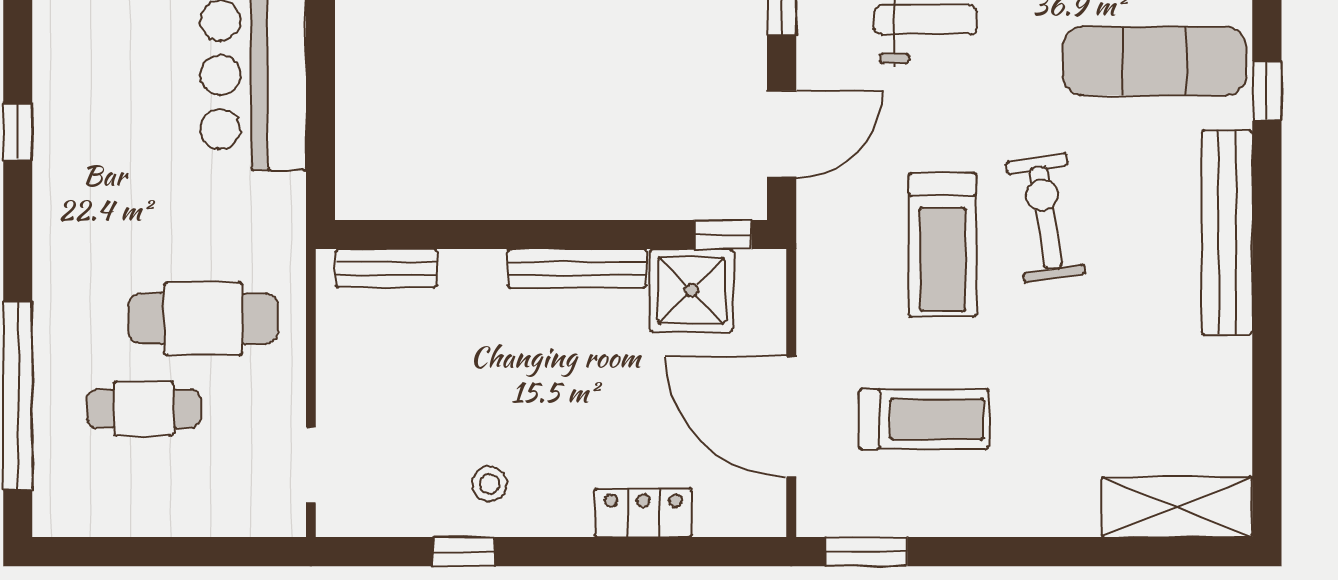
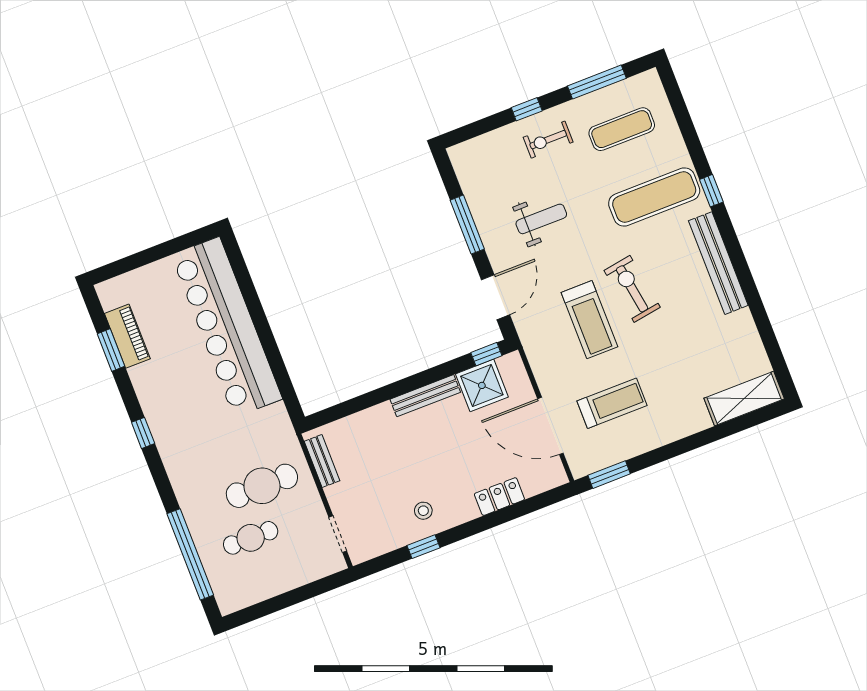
bench: (386, 268) -> (322, 461), moved, turned 90

